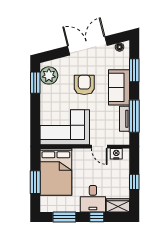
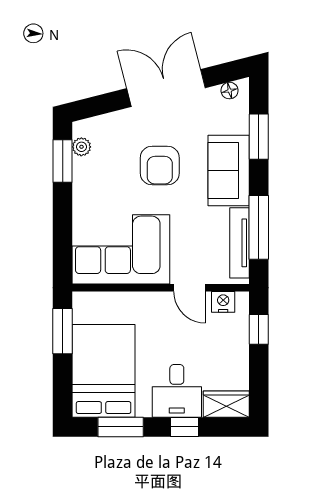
plant: (49, 75) -> (81, 147), width x0.53, depth x0.53
armchair: (84, 85) -> (160, 165), turned 180
tv unit: (125, 119) -> (239, 243), width x1.41
bed: (56, 172) -> (104, 371), moved, turned 180
window: (35, 182) -> (63, 331), moved
window: (134, 182) -> (259, 329), moved

